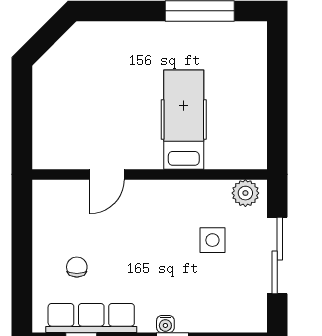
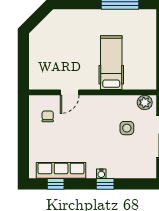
chair: (77, 267) -> (48, 116), moved

